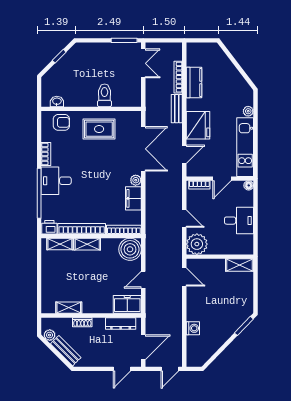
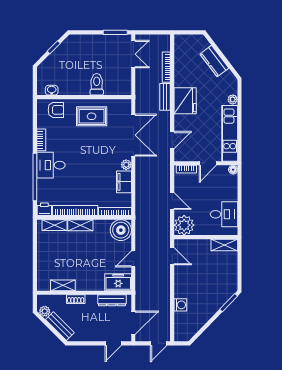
kitchen counter: (194, 83) -> (214, 61), moved, turned 143
fridge: (198, 125) -> (185, 101), moved
desk: (239, 221) -> (224, 214), moved

